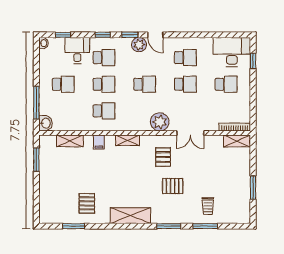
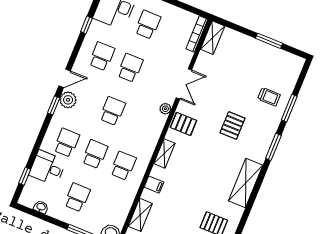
window: (103, 35) -> (86, 25), moved
washbasin: (43, 43) -> (41, 207), moved
plant: (160, 122) -> (165, 109), width x0.53, depth x0.53
pallet: (163, 157) -> (184, 124), moved

